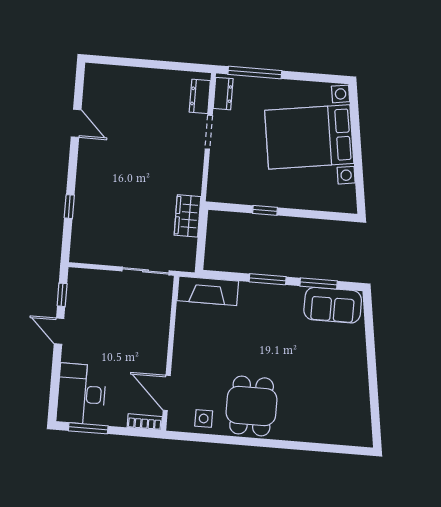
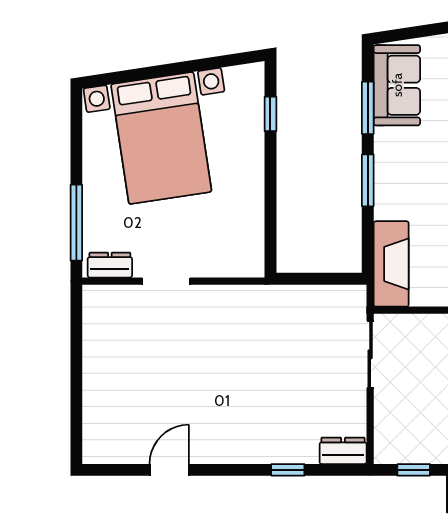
dresser: (200, 96) -> (343, 451), moved, turned 180
window: (265, 210) -> (270, 114), moved
wardrobe: (188, 216) -> (287, 301), removed

